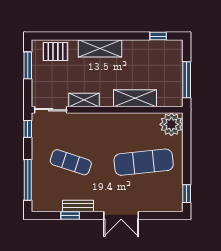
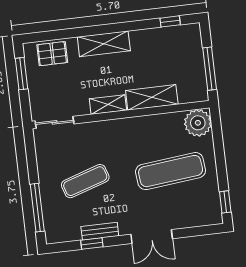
shelving: (84, 100) -> (108, 105), moved
window: (28, 129) -> (30, 148), removed
exercise mat: (71, 162) -> (85, 181), turned -36

